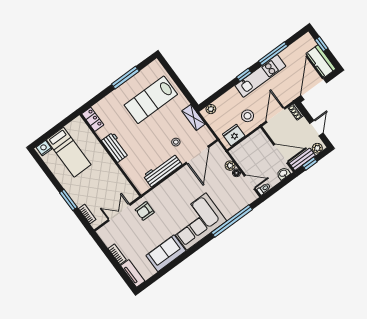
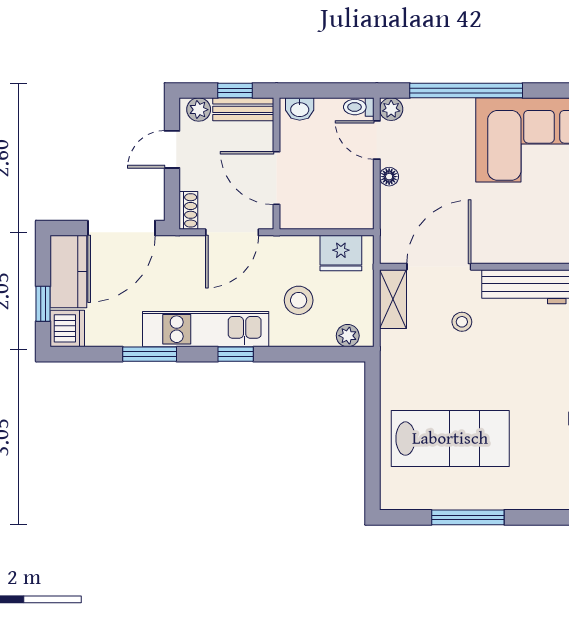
dishwasher: (307, 42) -> (67, 328), added
window: (273, 54) -> (150, 354), width x0.69
stool: (248, 116) -> (299, 300), moved
shelving: (194, 117) -> (393, 299), moved
door: (281, 154) -> (277, 178), moved
plant: (230, 166) -> (391, 109), moved

